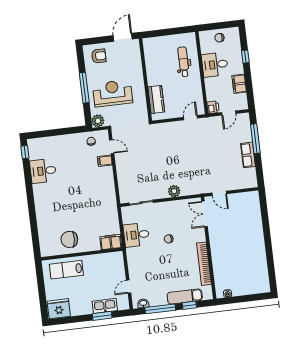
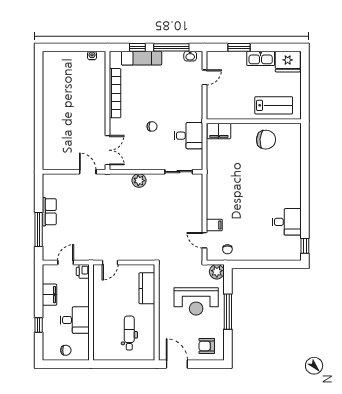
door: (123, 37) -> (177, 364), swing flipped
dental chair: (183, 62) -> (129, 333), moved, turned 180
kitchen sink: (105, 306) -> (261, 58), moved

